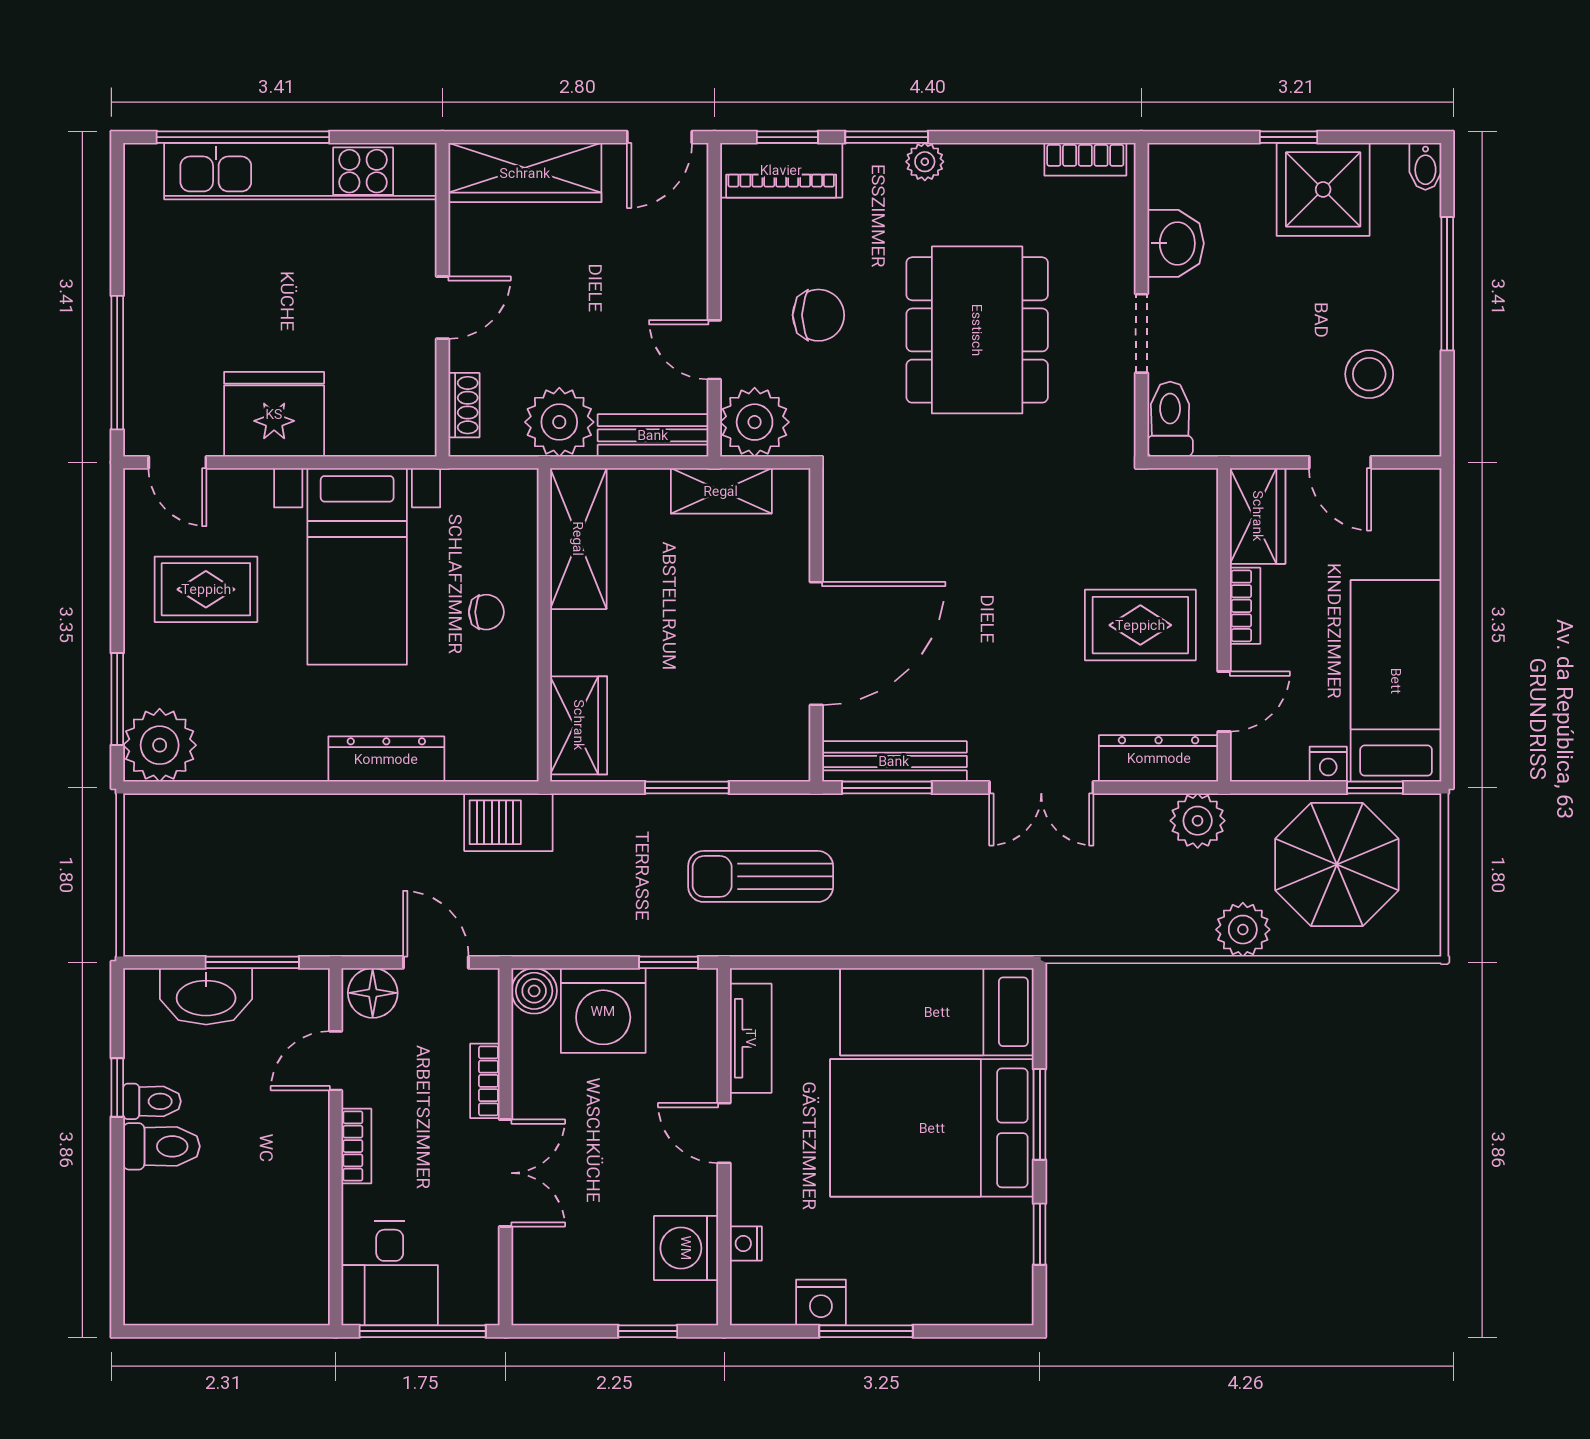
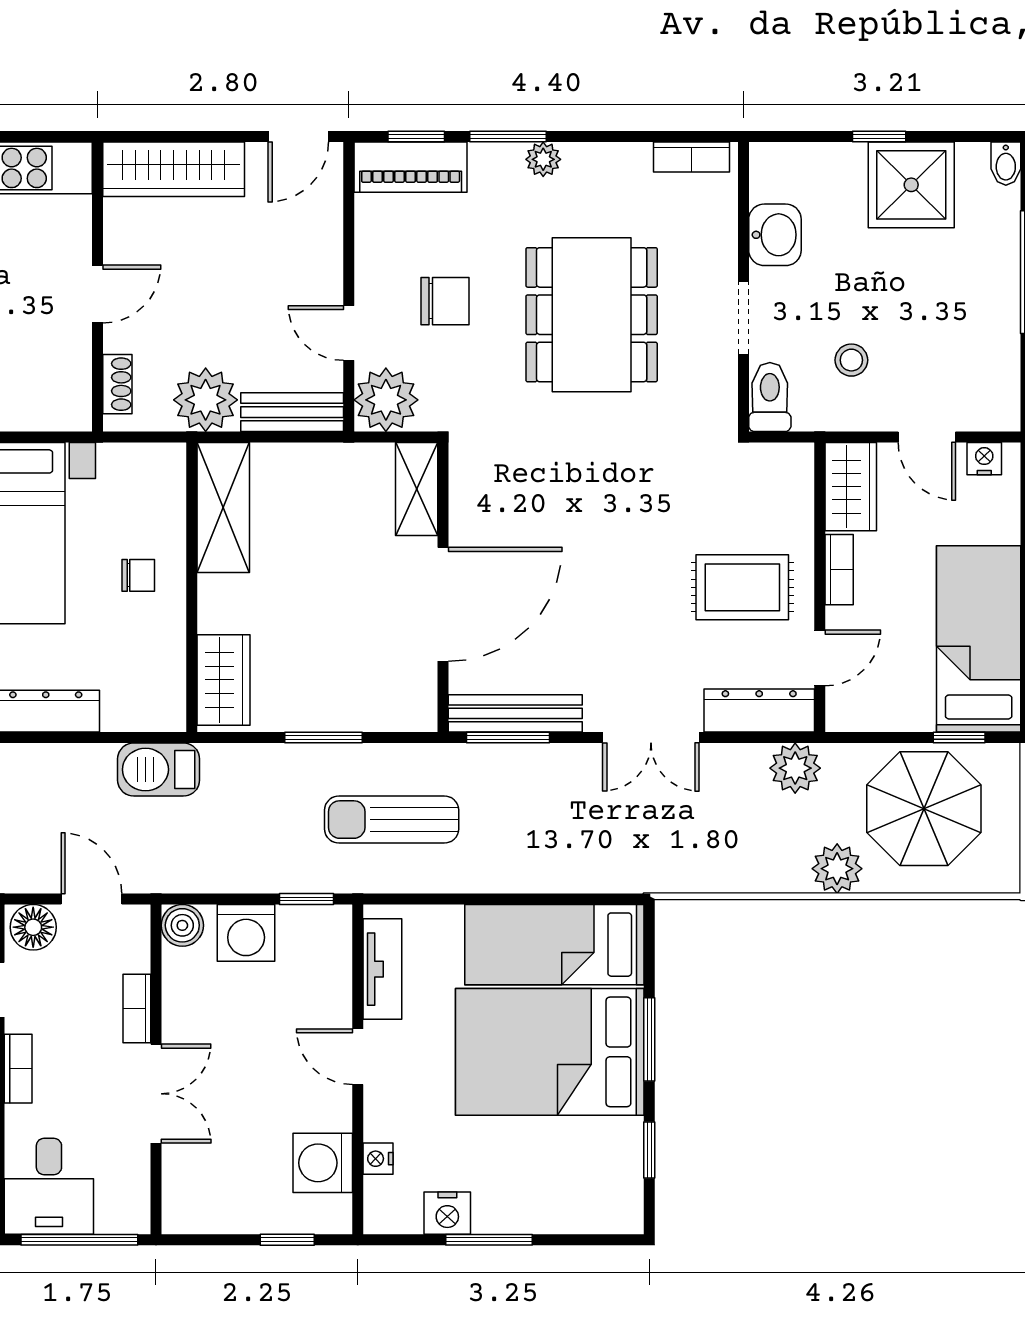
stool: (1369, 374) -> (851, 360), moved, width x0.73, depth x0.73
shelving: (721, 491) -> (417, 489), moved, turned 90
nightstand: (1328, 764) -> (984, 459), moved, turned 180
washing machine: (603, 1011) -> (246, 933), width x0.73, depth x0.73

